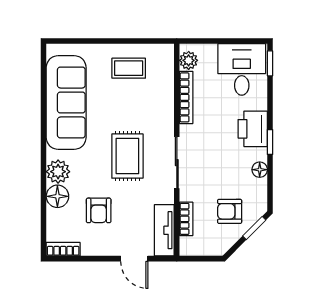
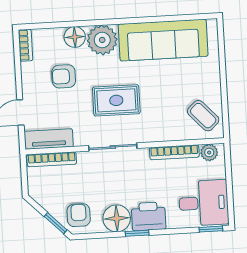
coffee table: (129, 68) -> (203, 116), moved, turned -43
floor lamp: (260, 170) -> (117, 218), width x1.89, depth x1.89
plant: (58, 172) -> (102, 40), width x1.36, depth x1.36
armchair: (230, 211) -> (79, 215), moved
bookcase: (186, 219) -> (52, 159), width x1.56

